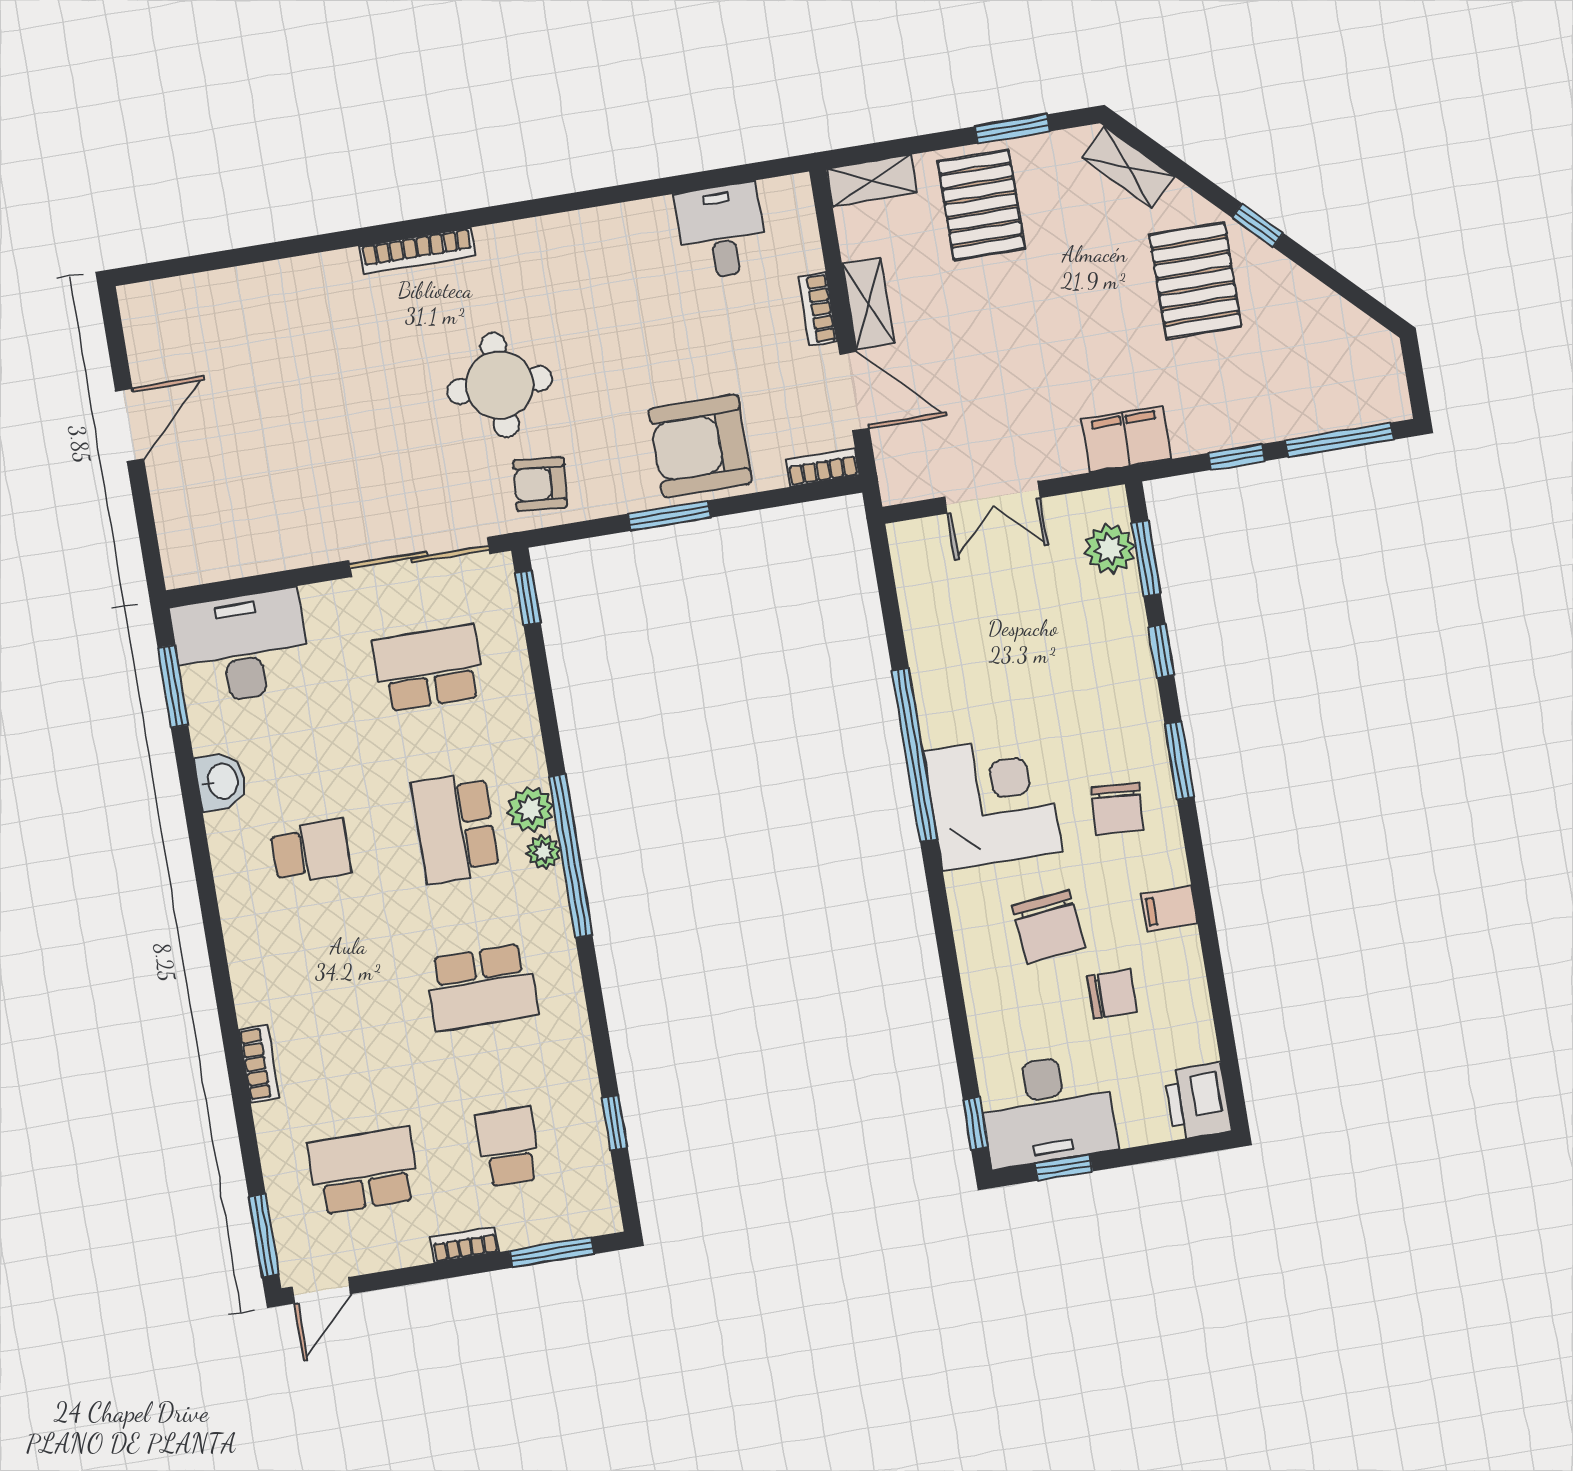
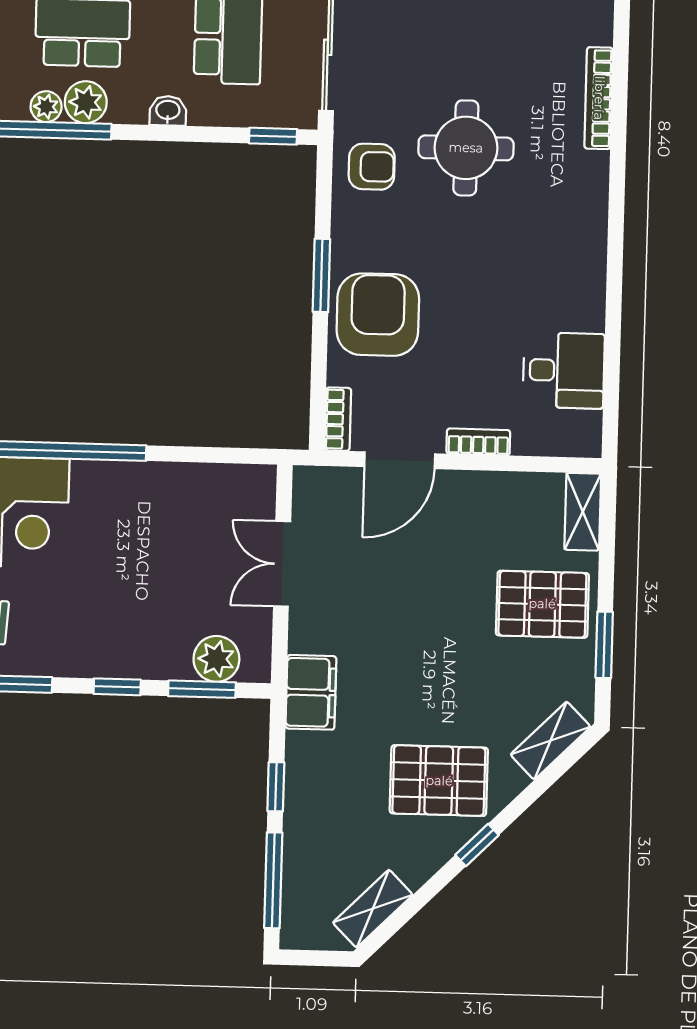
shelving: (868, 304) -> (373, 909), moved, turned -45
armchair: (540, 484) -> (372, 167), turned 85
washbasin: (522, 718) -> (168, 111), added

